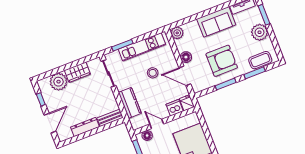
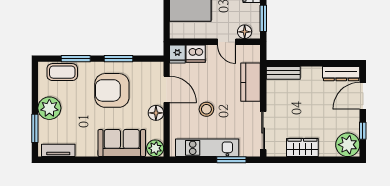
sofa: (216, 22) -> (122, 143), moved
plant: (58, 82) -> (348, 145), moved
dresser: (85, 127) -> (341, 74), moved

